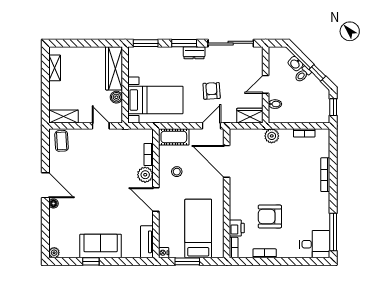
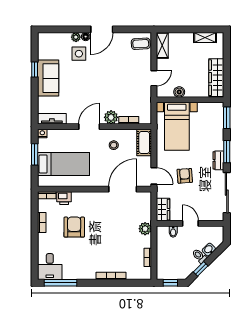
wardrobe: (114, 68) -> (216, 78), moved, turned -90
armchair: (212, 91) -> (185, 176), turned -91
side table: (73, 211) -> (79, 54), added
plant: (54, 253) -> (76, 37), moved

